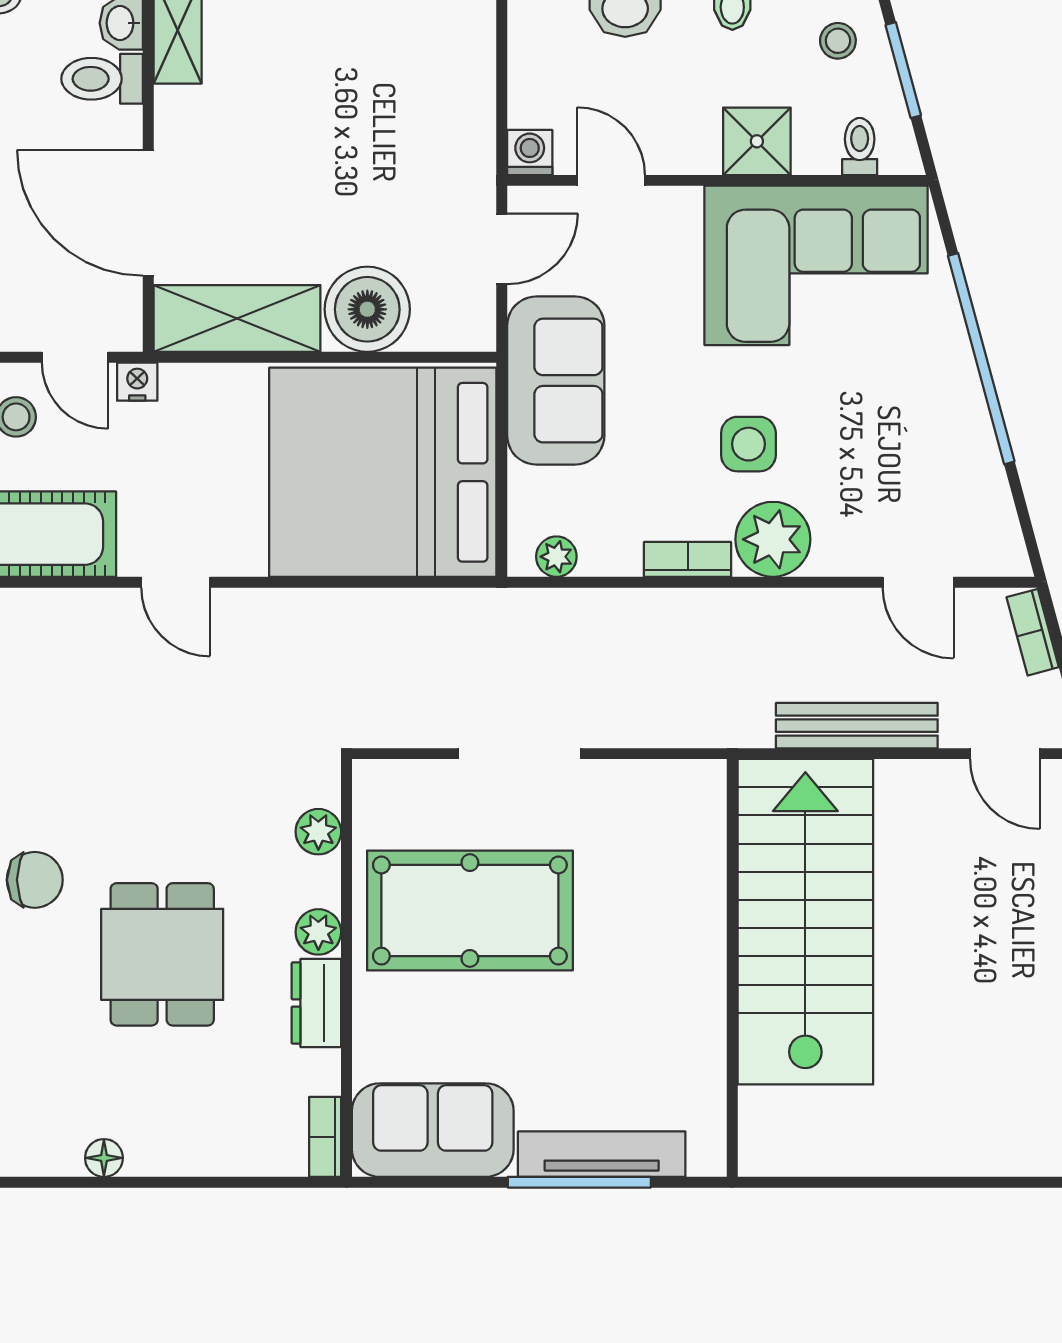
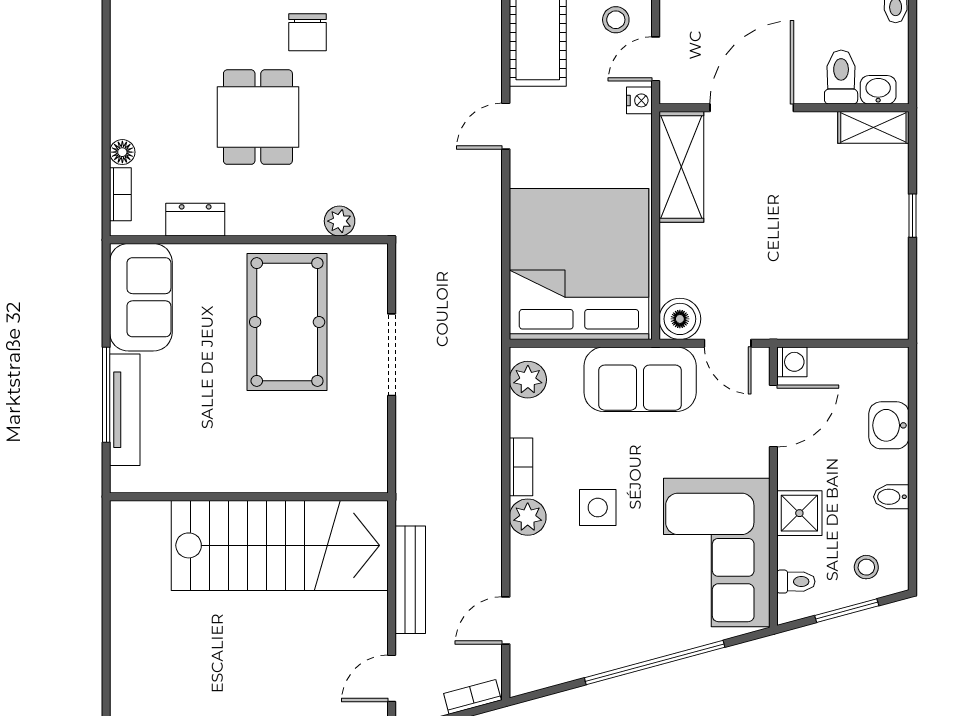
door: (611, 180) -> (773, 416), width x1.38
boiler: (367, 309) -> (680, 319), moved, width x0.73, depth x0.73
plant: (773, 539) -> (528, 517), width x0.73, depth x0.73
plant: (556, 557) -> (528, 380), width x1.38, depth x1.38
plant: (318, 932) -> (273, 221), removed
dining table: (162, 954) -> (258, 117), turned 90
dresser: (316, 1003) -> (195, 220), moved
bookcase: (325, 1137) -> (120, 194), moved, turned 90
floor lamp: (104, 1158) -> (122, 152), moved

